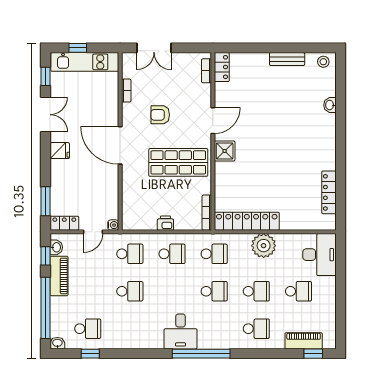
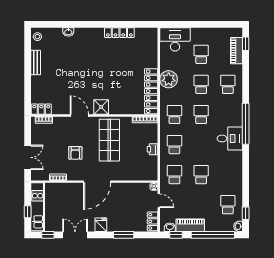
locker: (329, 192) -> (119, 33), moved
window: (46, 201) -> (124, 235), moved
window: (90, 354) -> (246, 213), moved

